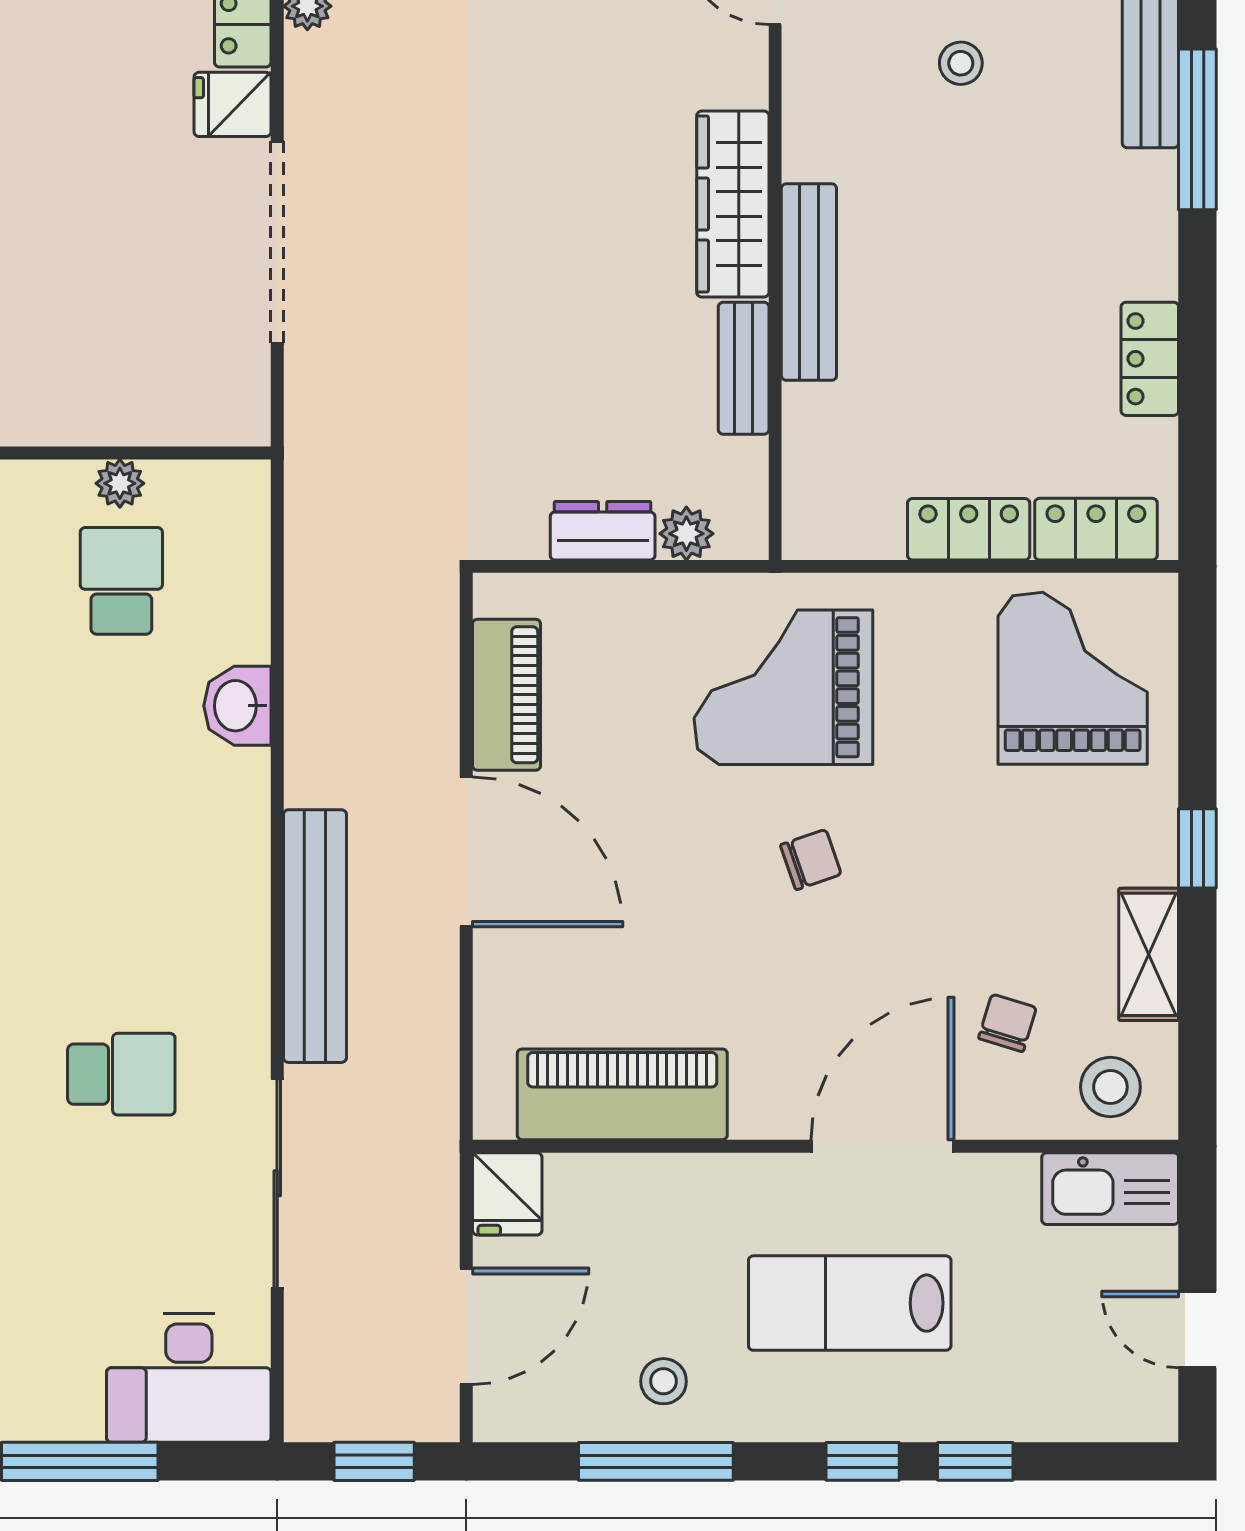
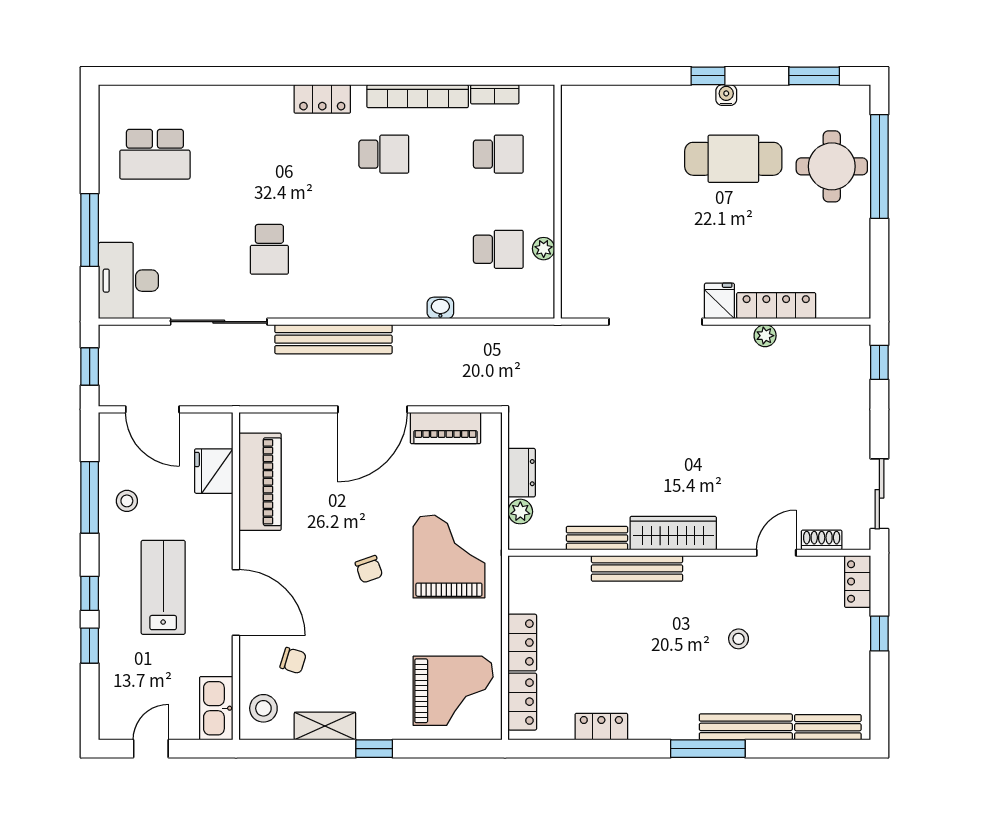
washbasin: (237, 706) -> (440, 308), width x0.72, depth x0.69
fridge: (507, 1194) -> (214, 471), moved, width x1.38

